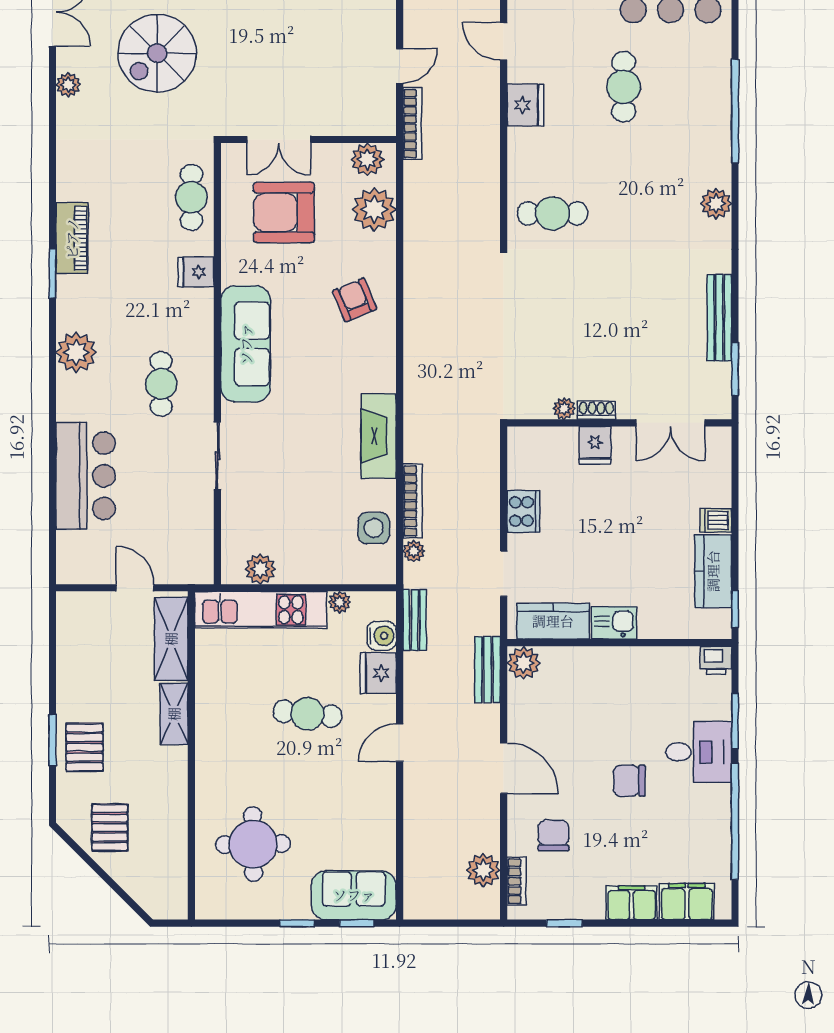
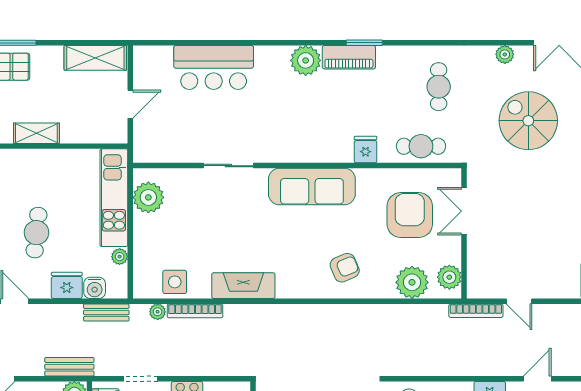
piano: (72, 238) -> (349, 57), moved
cafe table: (161, 384) -> (439, 87), moved, turned 90
plant: (260, 569) -> (148, 197), width x1.36, depth x1.36
shelving: (171, 639) -> (95, 58), moved

